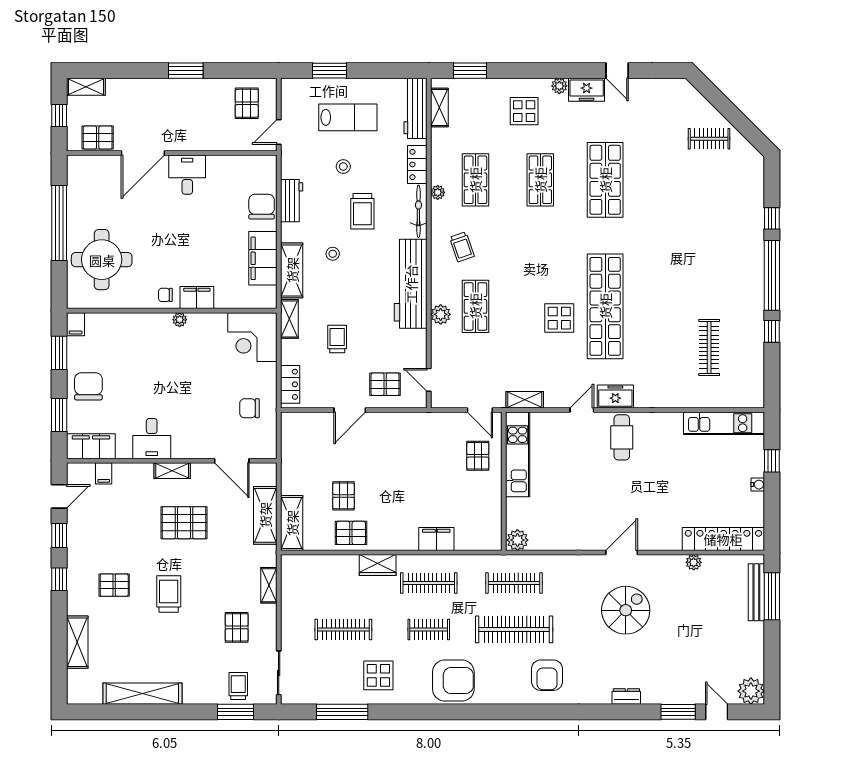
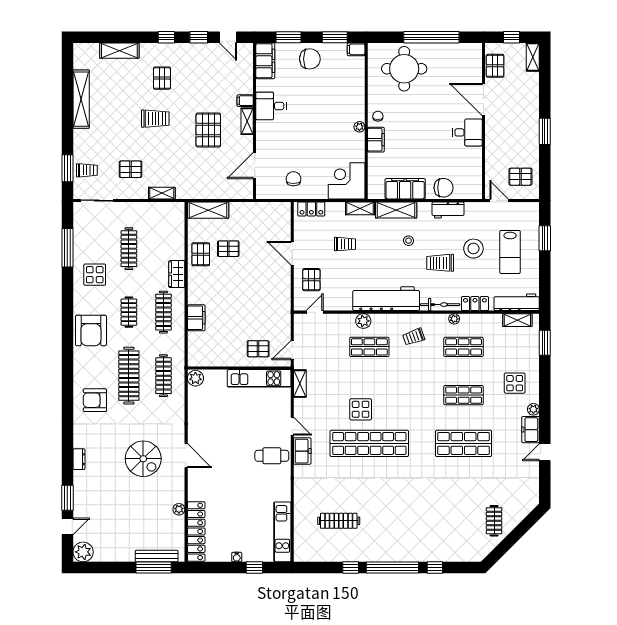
stool: (343, 166) -> (473, 249), width x1.89, depth x1.89
filing cabinet: (104, 473) -> (245, 101), moved
shelving: (265, 515) -> (214, 190), removed

